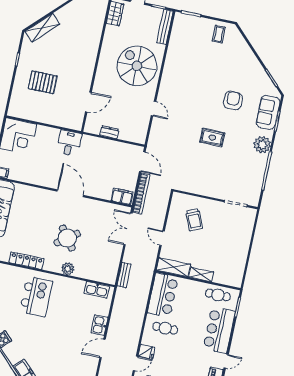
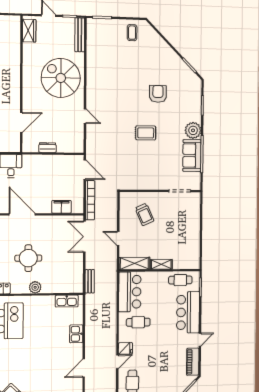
sofa: (268, 112) -> (192, 156), moved
filing cabinet: (122, 196) -> (62, 207), moved
round table: (67, 238) -> (28, 258), turned 36
door: (103, 348) -> (84, 368), moved

